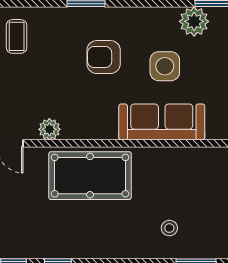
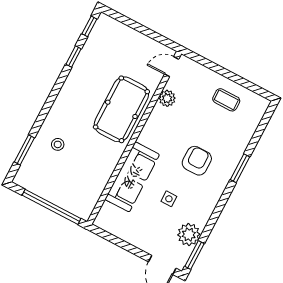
coffee table: (17, 36) -> (226, 100), moved
side table: (165, 66) -> (169, 199), width x0.54, depth x0.54

